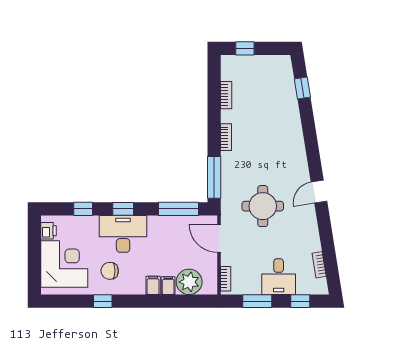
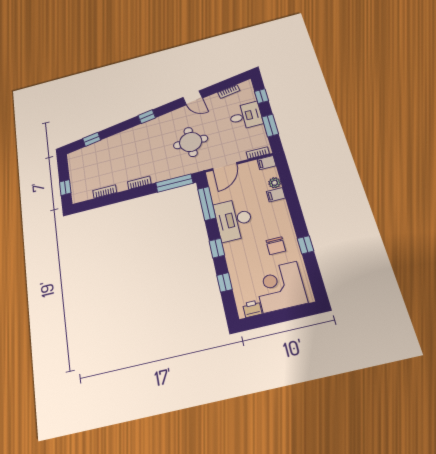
window: (314, 160) -> (147, 117), added
door: (319, 192) -> (193, 98), moved
desk: (123, 234) -> (234, 220), moved
plant: (189, 282) -> (275, 183), width x0.53, depth x0.53
filing cabinet: (153, 285) -> (267, 163), moved

